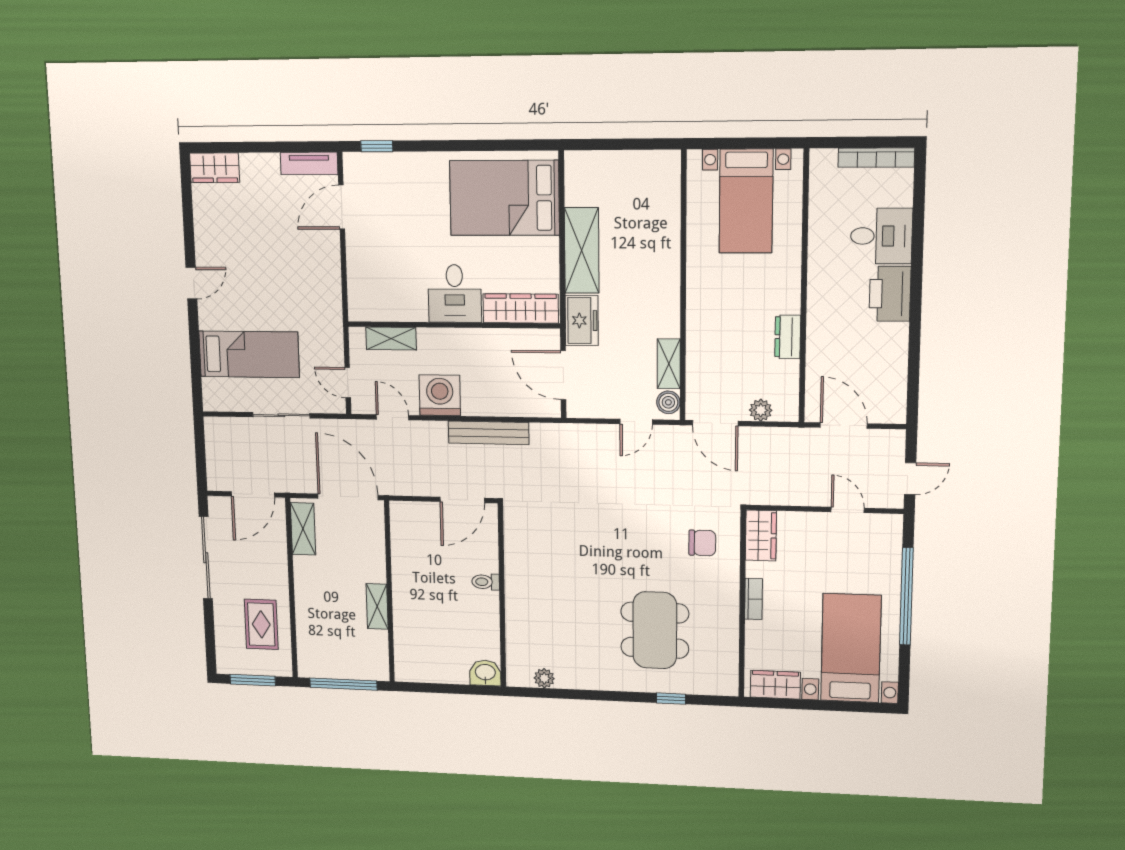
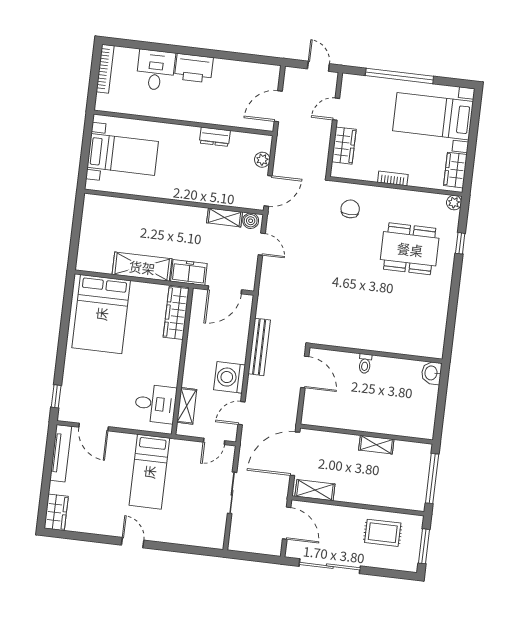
tv unit: (309, 163) -> (61, 453), width x1.41
desk: (455, 294) -> (155, 404), moved
bed: (249, 354) -> (149, 472), moved, turned 180
wardrobe: (761, 536) -> (344, 146), moved, turned 90
plant: (544, 678) -> (454, 203), moved

